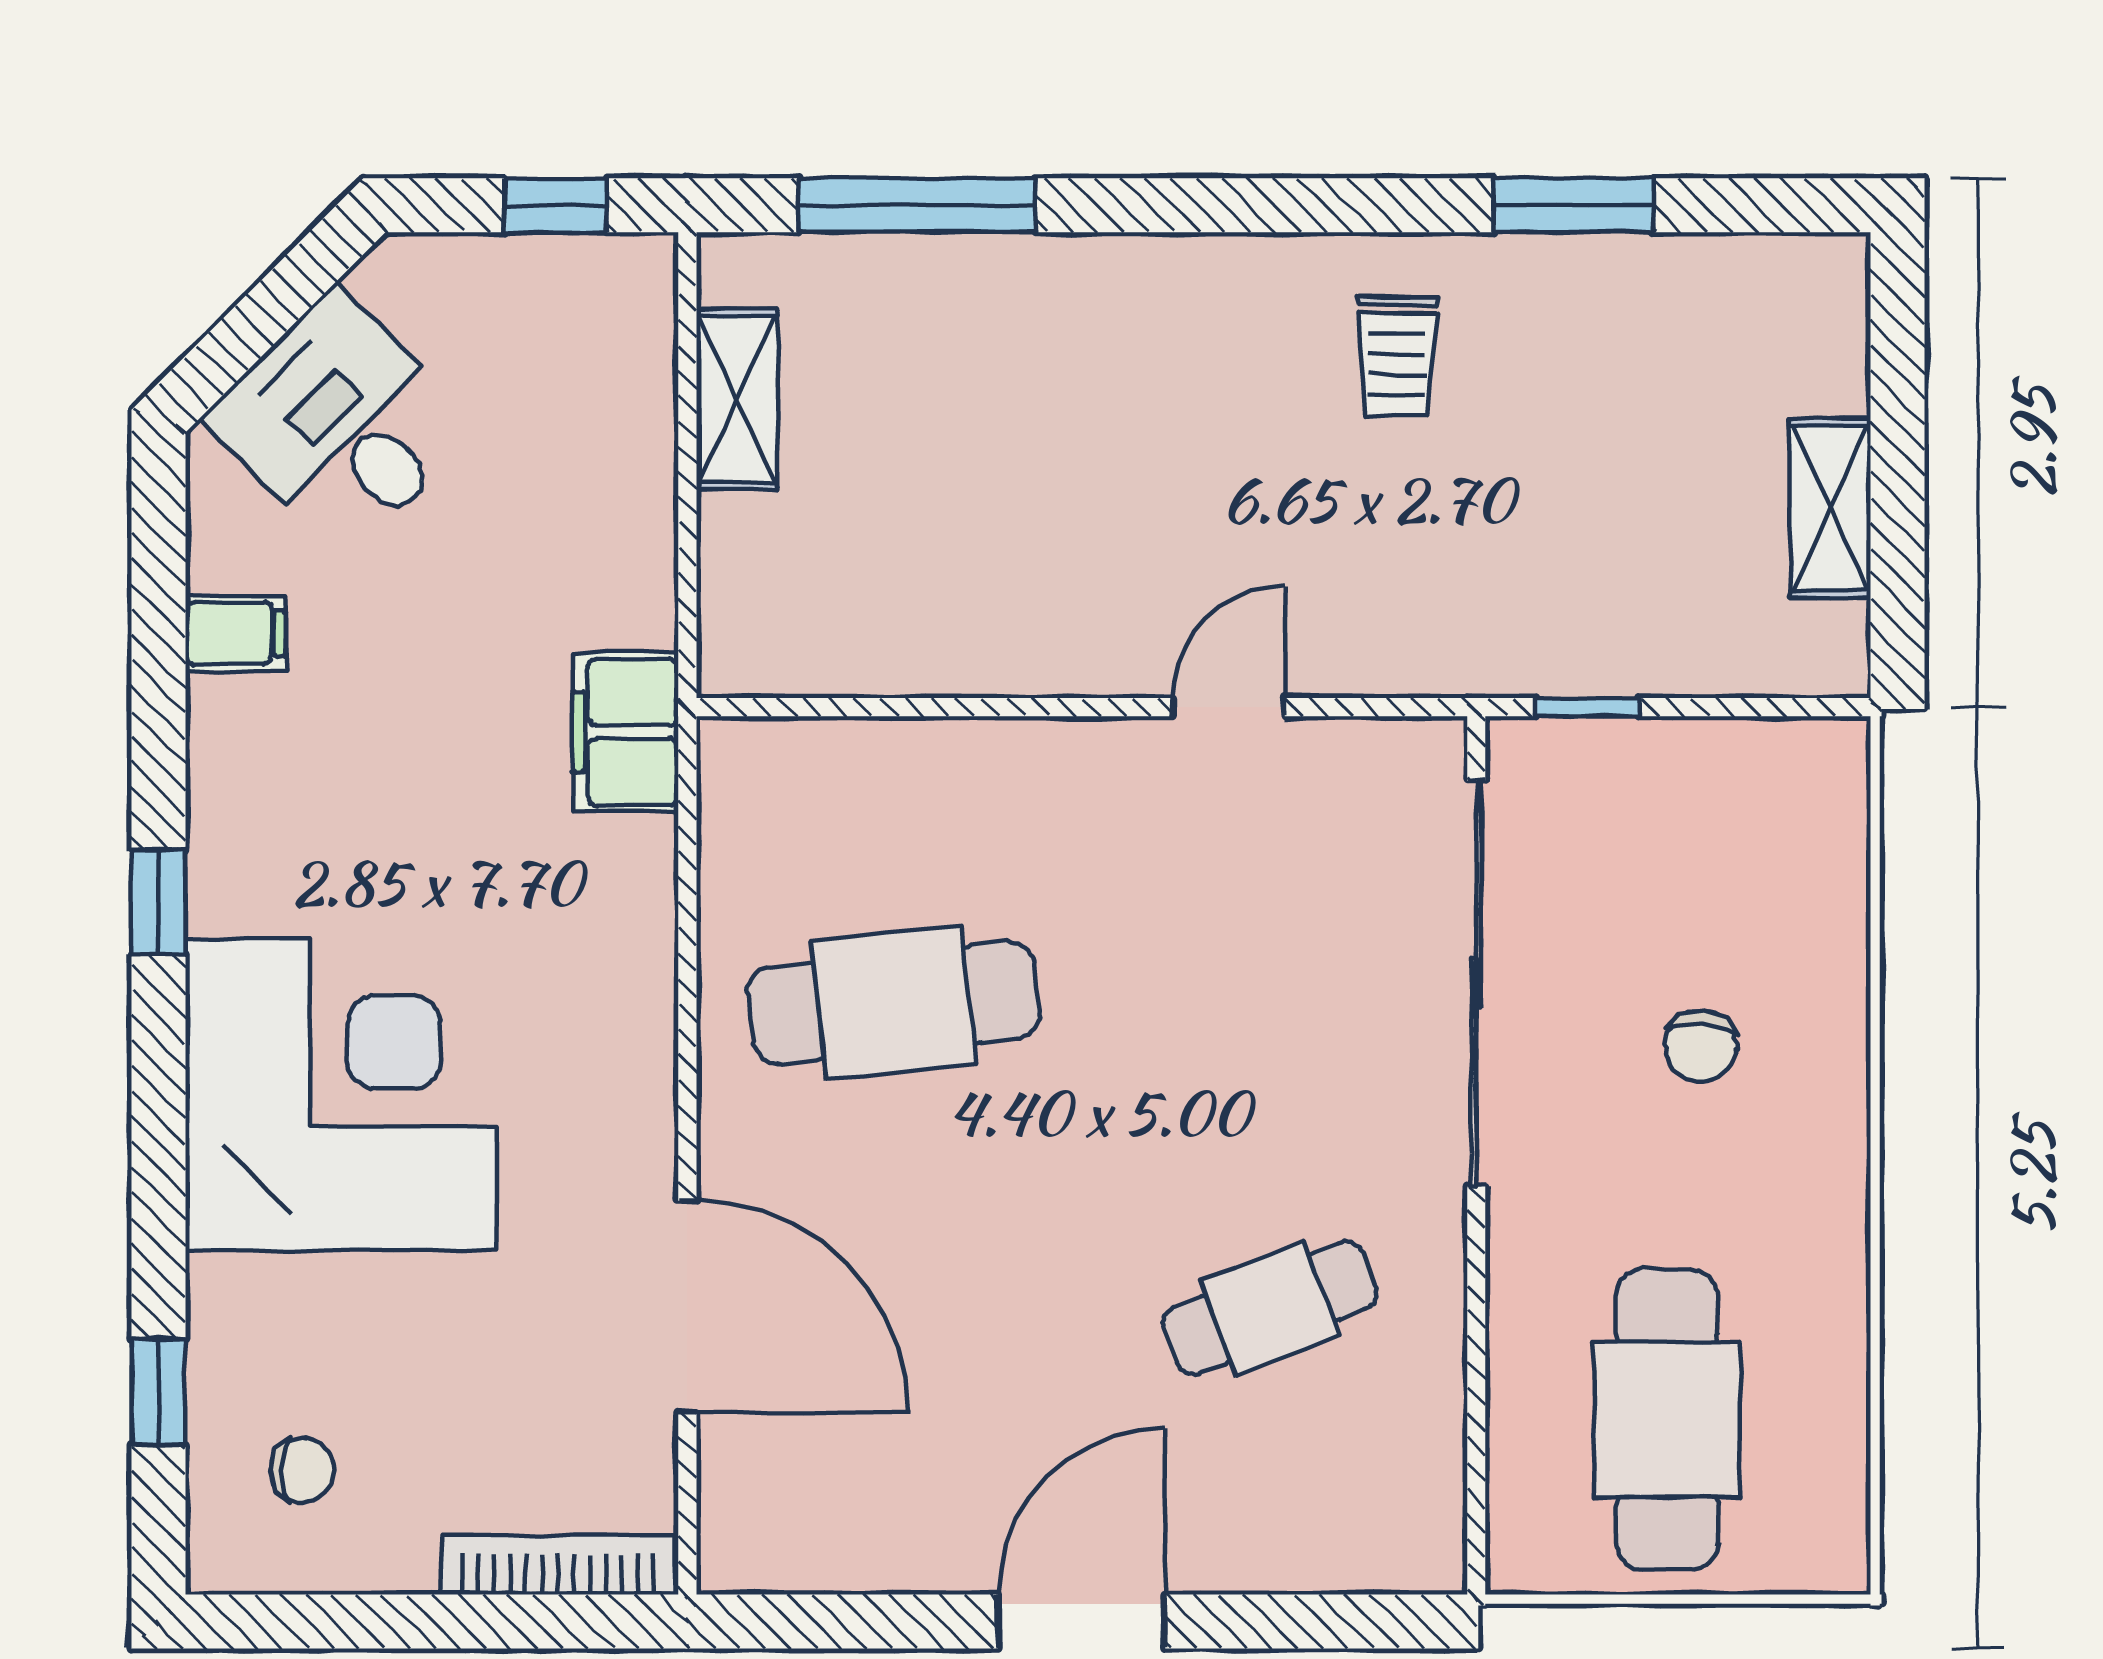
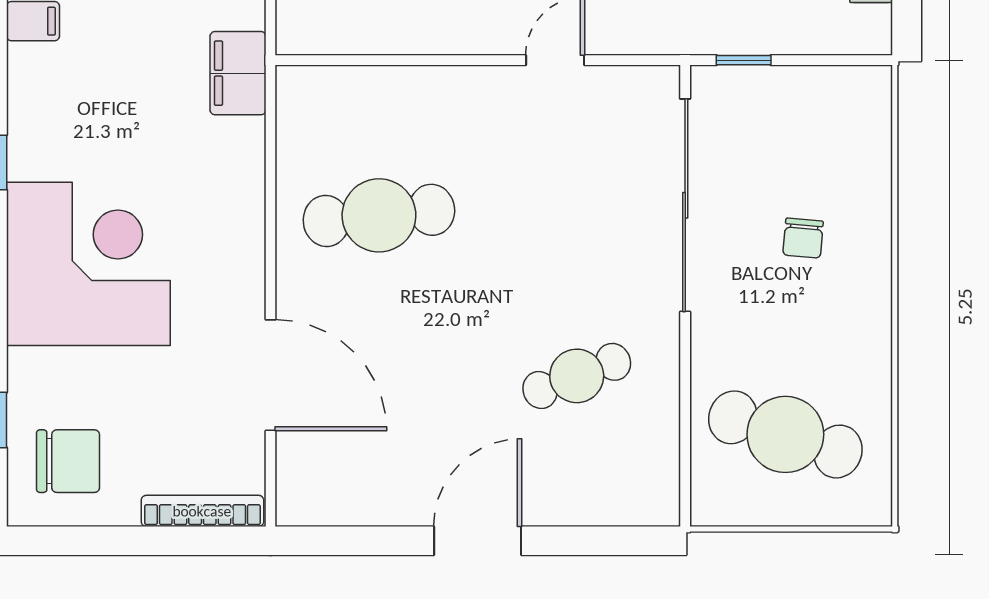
cafe table: (1667, 1419) -> (785, 434), turned -72
chair: (302, 1470) -> (68, 461), width x1.87, depth x1.87

